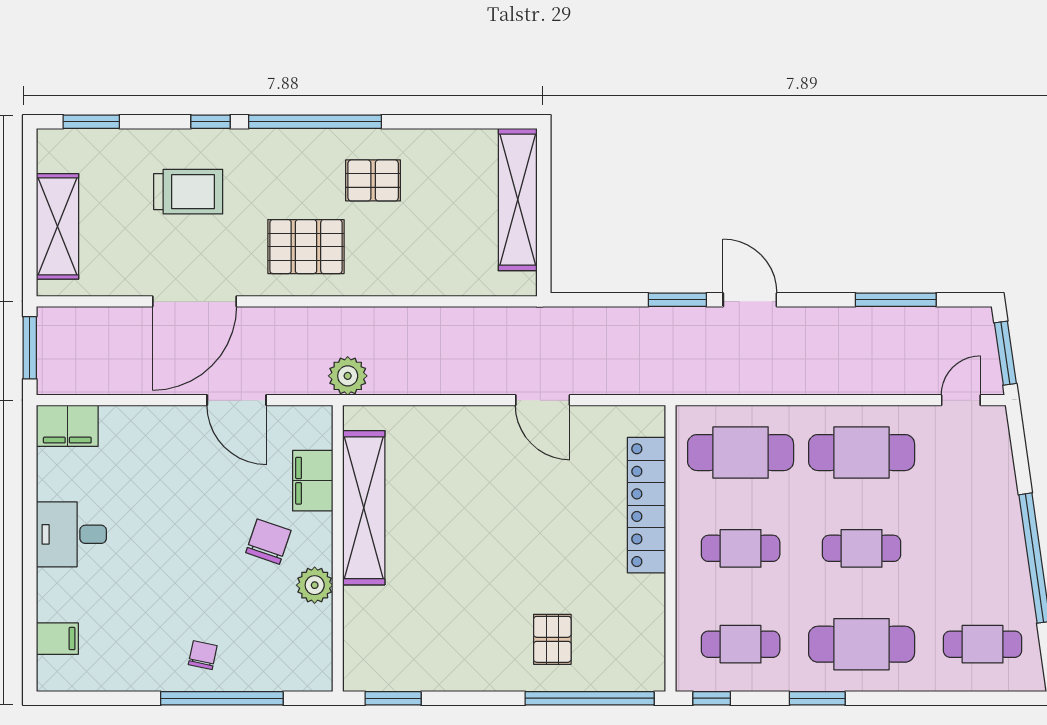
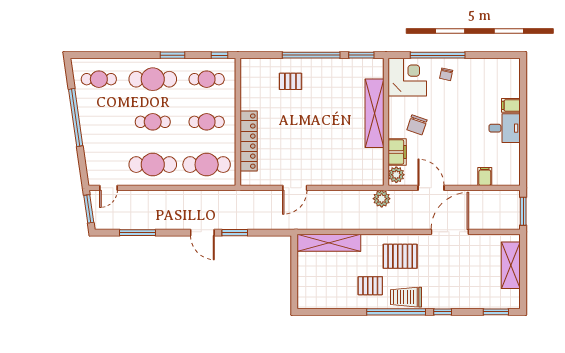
trolley: (188, 192) -> (406, 297), moved
shelving: (518, 200) -> (329, 243), moved, turned 90
door: (543, 400) -> (295, 188), swing flipped
filing cabinet: (67, 426) -> (485, 176), moved, width x0.50
shelving: (364, 508) -> (374, 113), moved
plant: (315, 585) -> (396, 175), moved
filing cabinet: (57, 639) -> (511, 105), moved
pallet: (552, 639) -> (290, 81), turned 90
corner desk: (290, 649) -> (407, 77), added
window: (590, 698) -> (311, 55), moved

